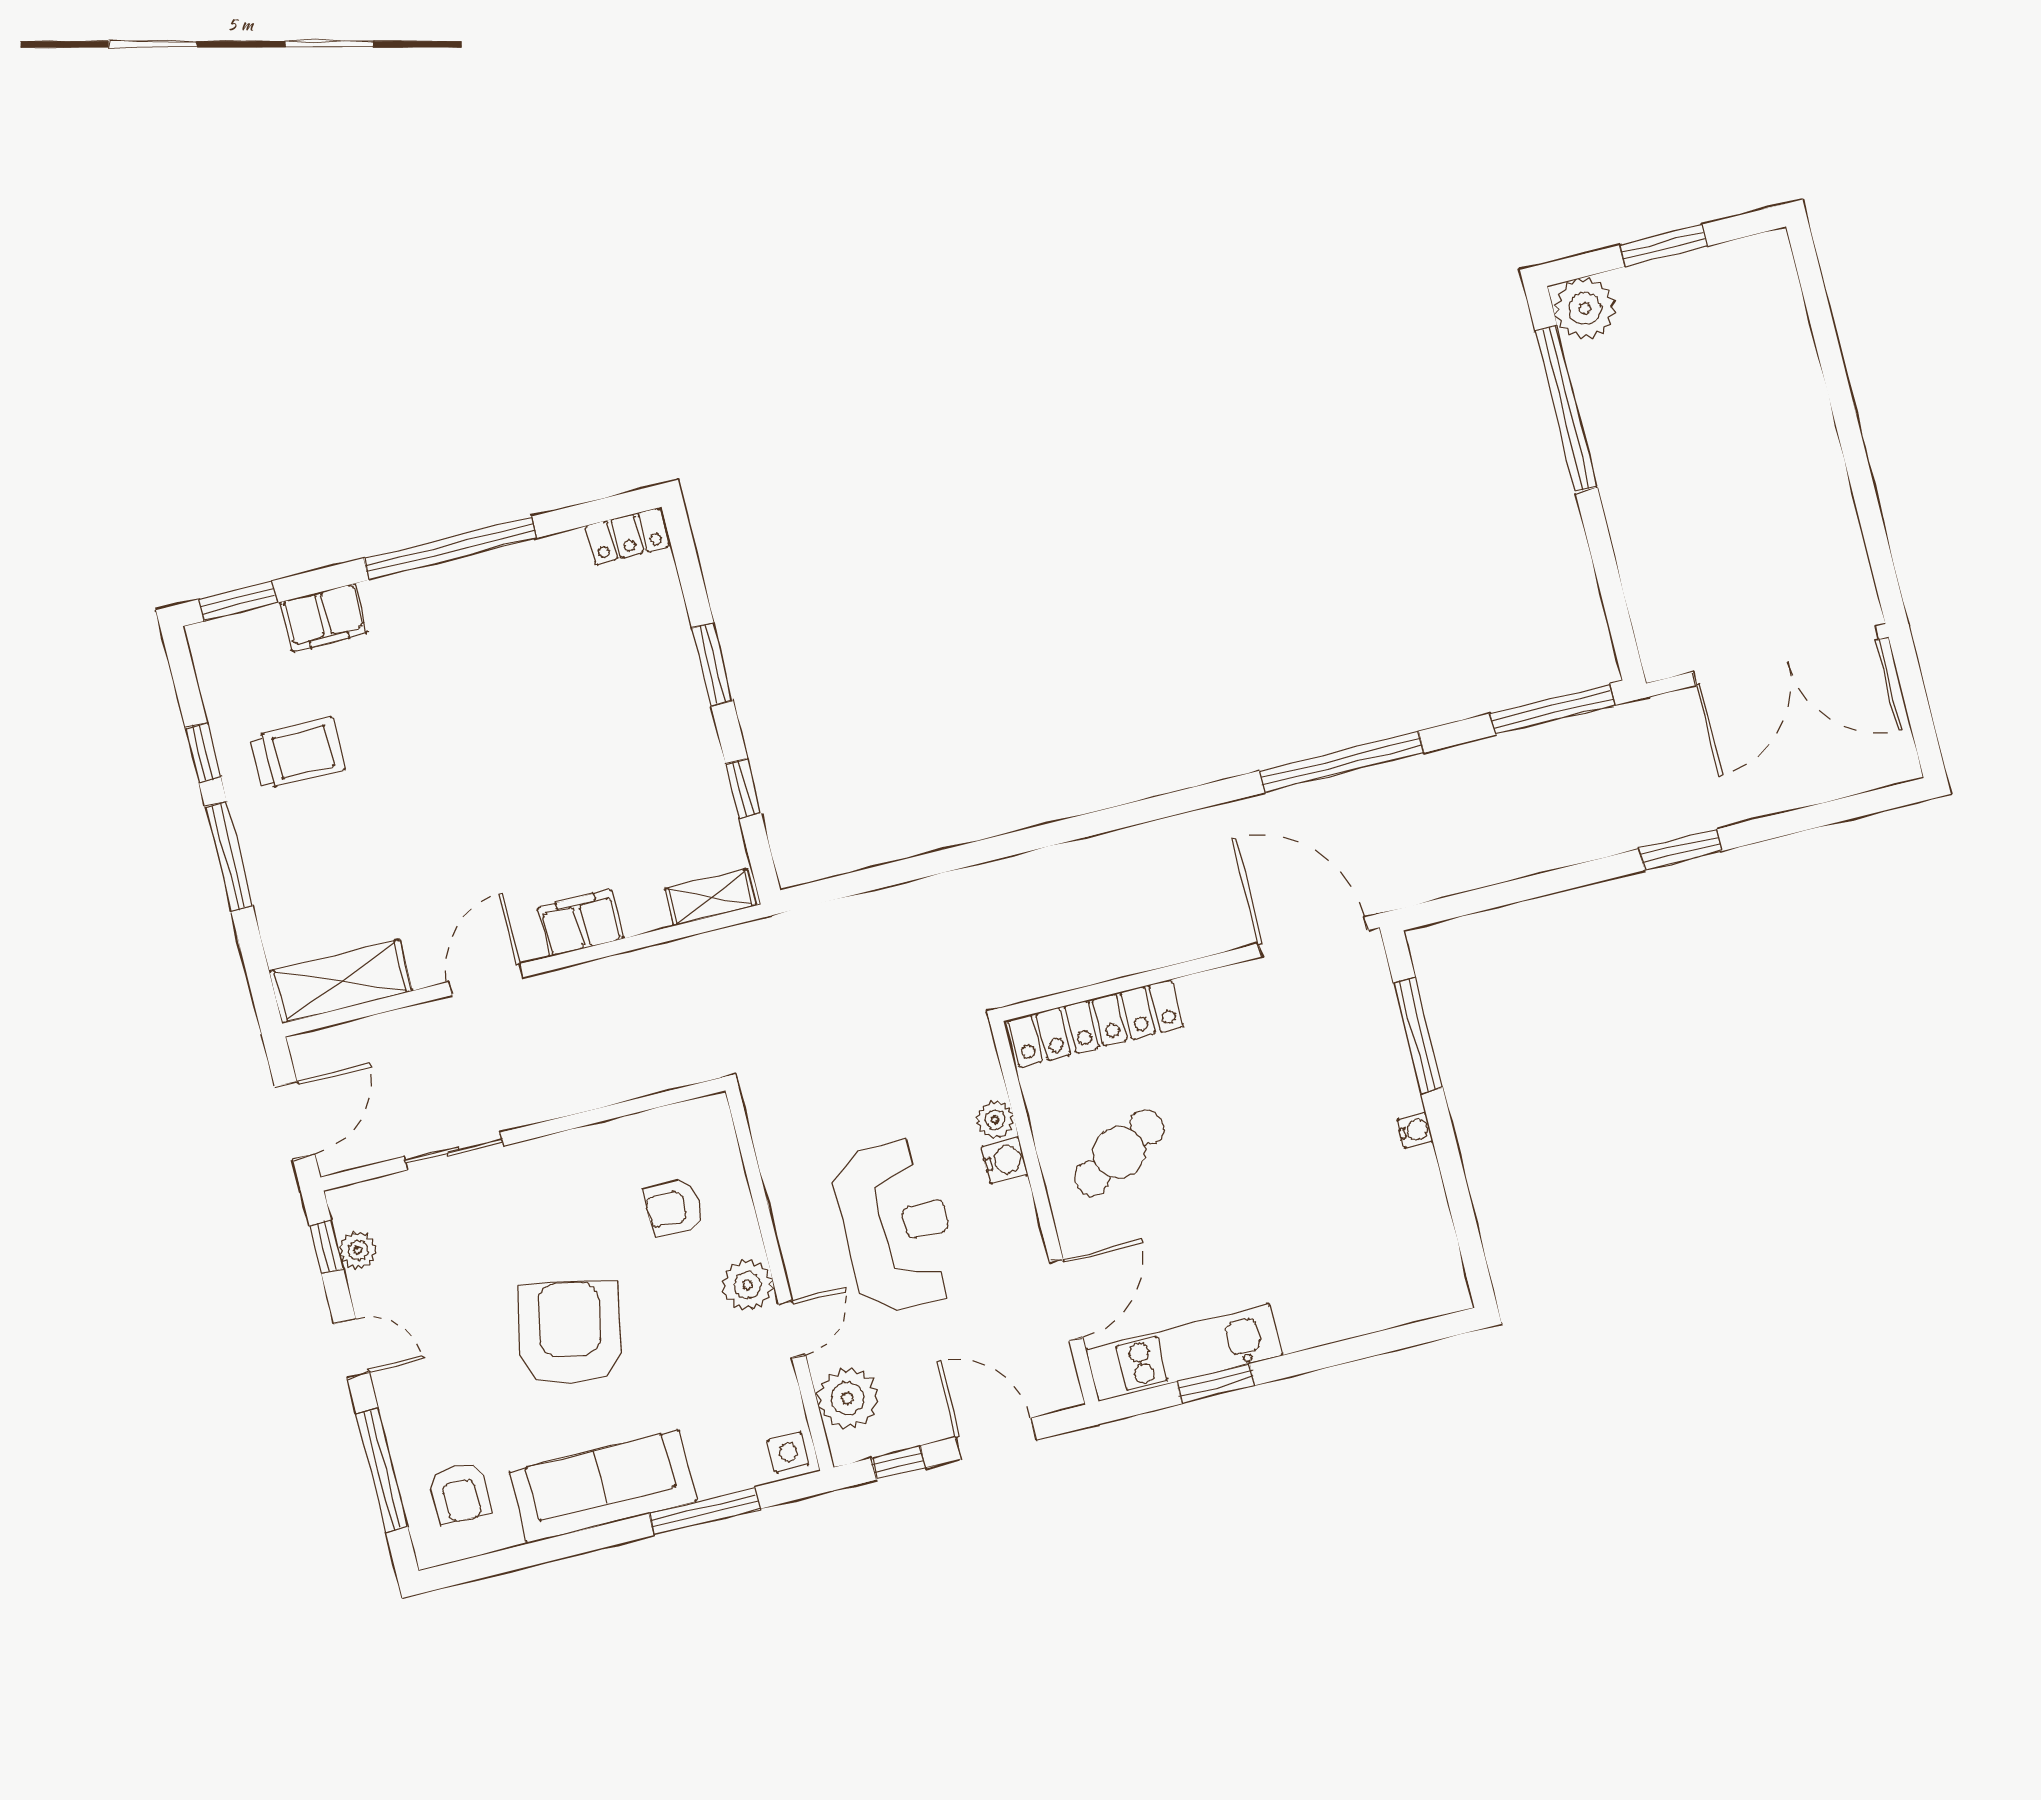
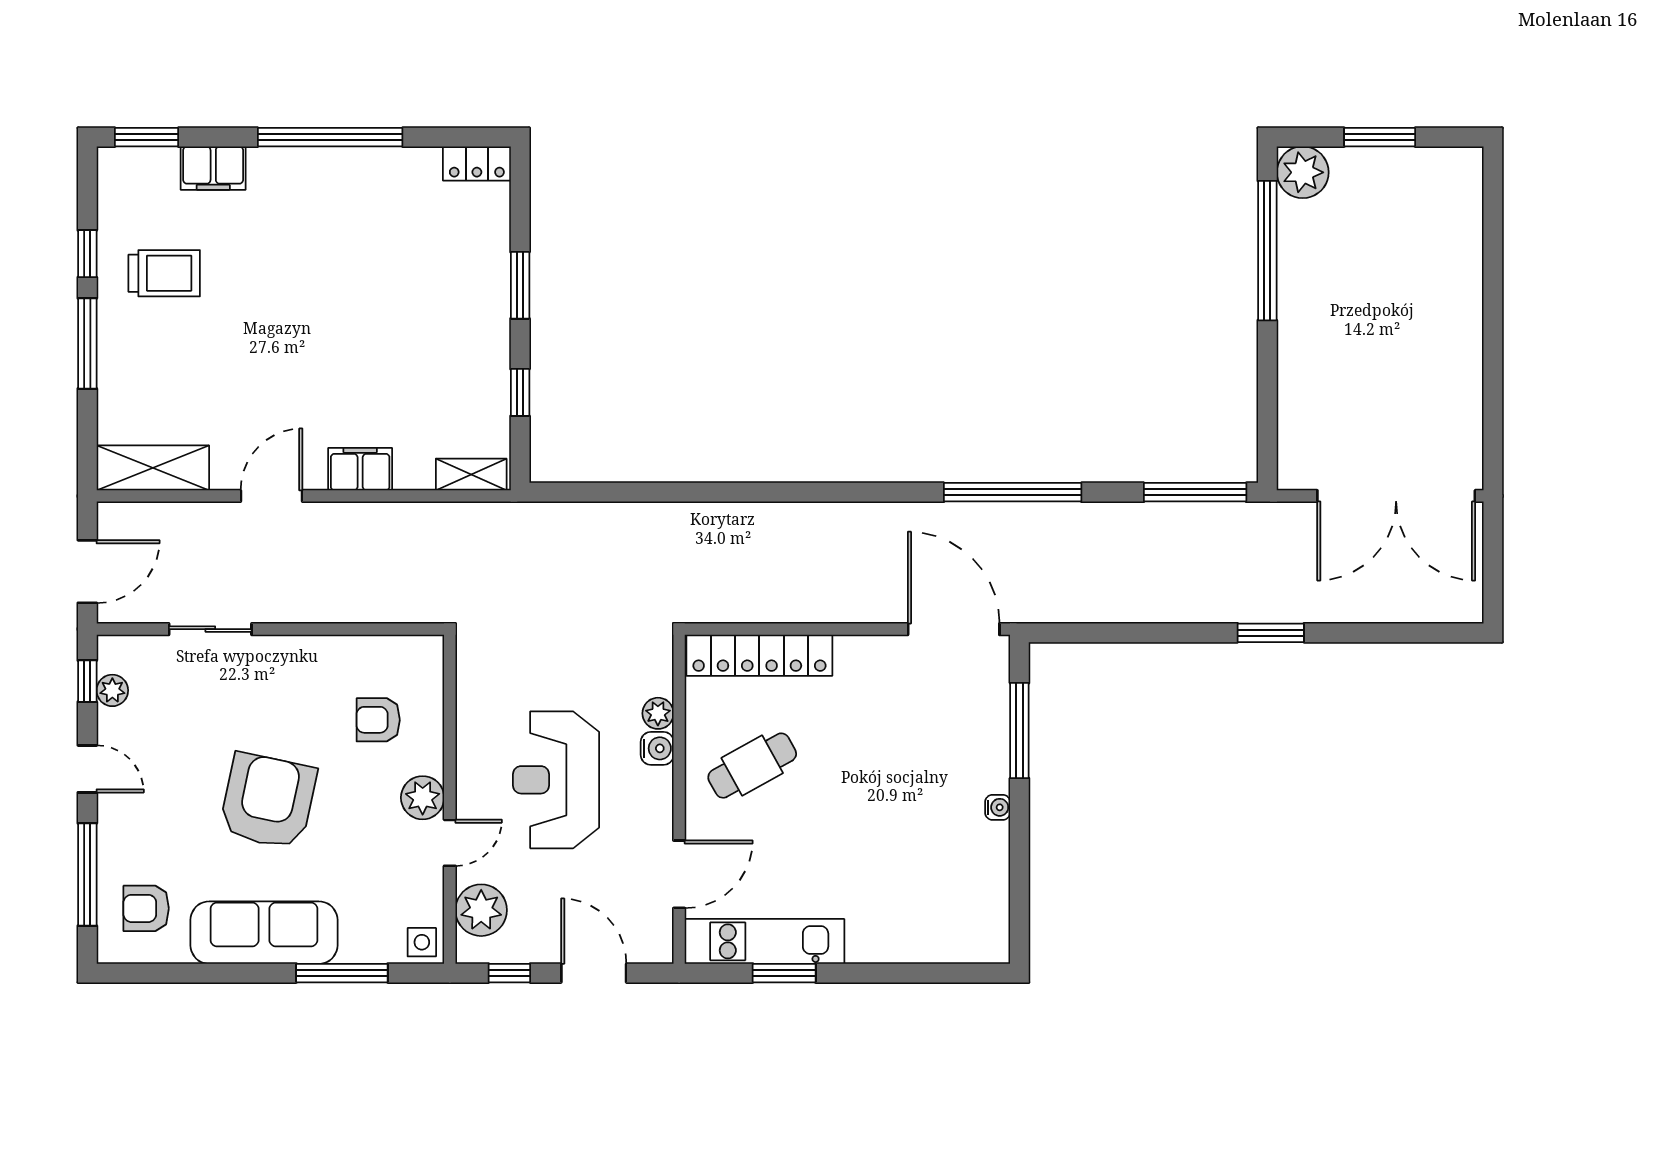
reception desk: (897, 1226) -> (556, 780), turned 180
armchair: (460, 1493) -> (146, 908), turned 90

